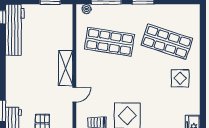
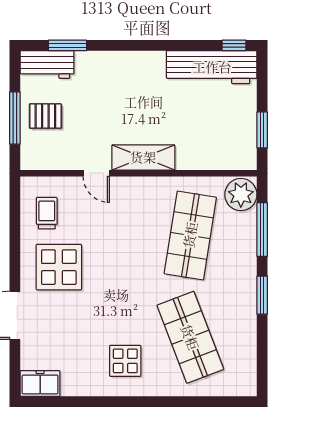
plant: (86, 9) -> (241, 195), width x1.87, depth x1.87
shop shelf: (167, 42) -> (190, 337), turned -39

